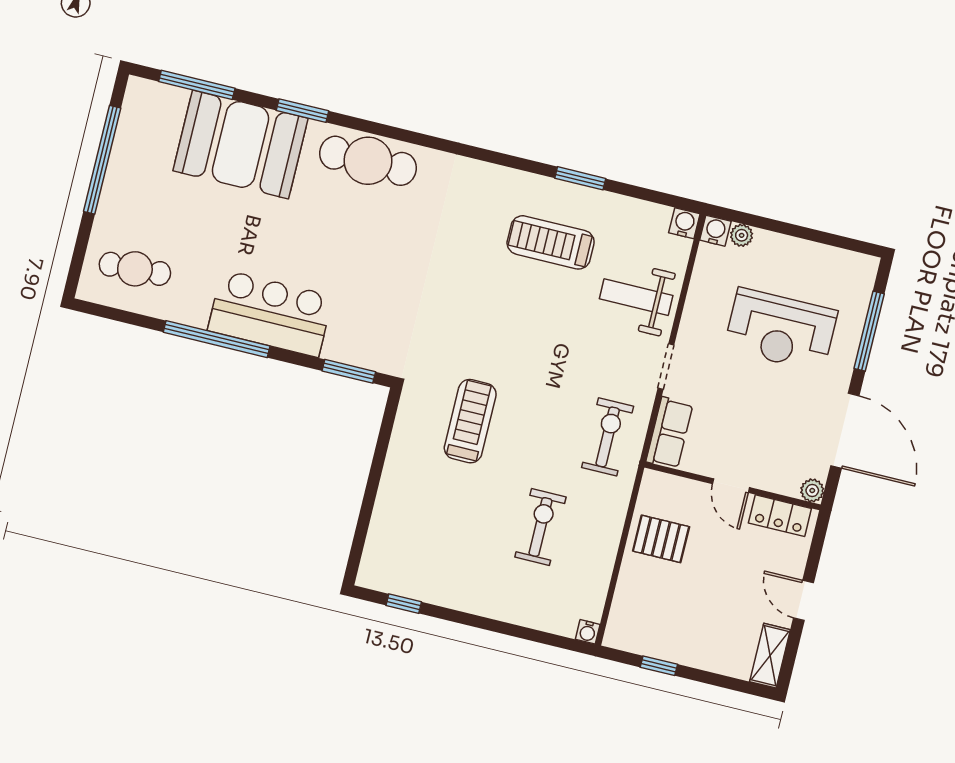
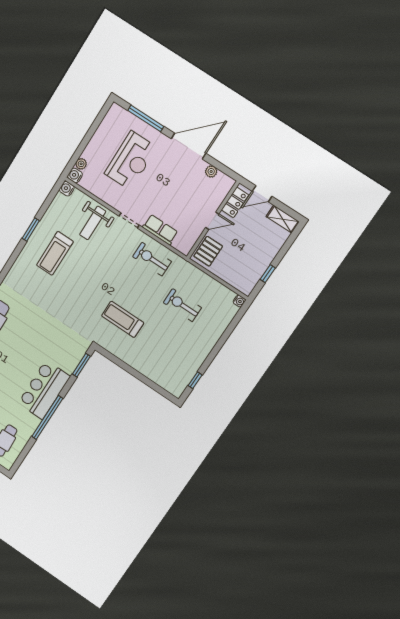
door: (731, 486) -> (212, 221), moved
wall: (733, 486) -> (213, 220), moved
locker: (780, 516) -> (235, 202), moved

